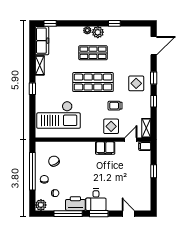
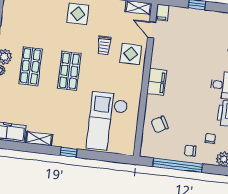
shop shelf: (93, 82) -> (69, 71), width x0.70, depth x0.74
checkout: (59, 115) -> (107, 122), turned 180
filing cabinet: (105, 148) -> (157, 82), moved
chair: (54, 161) -> (160, 124), moved

